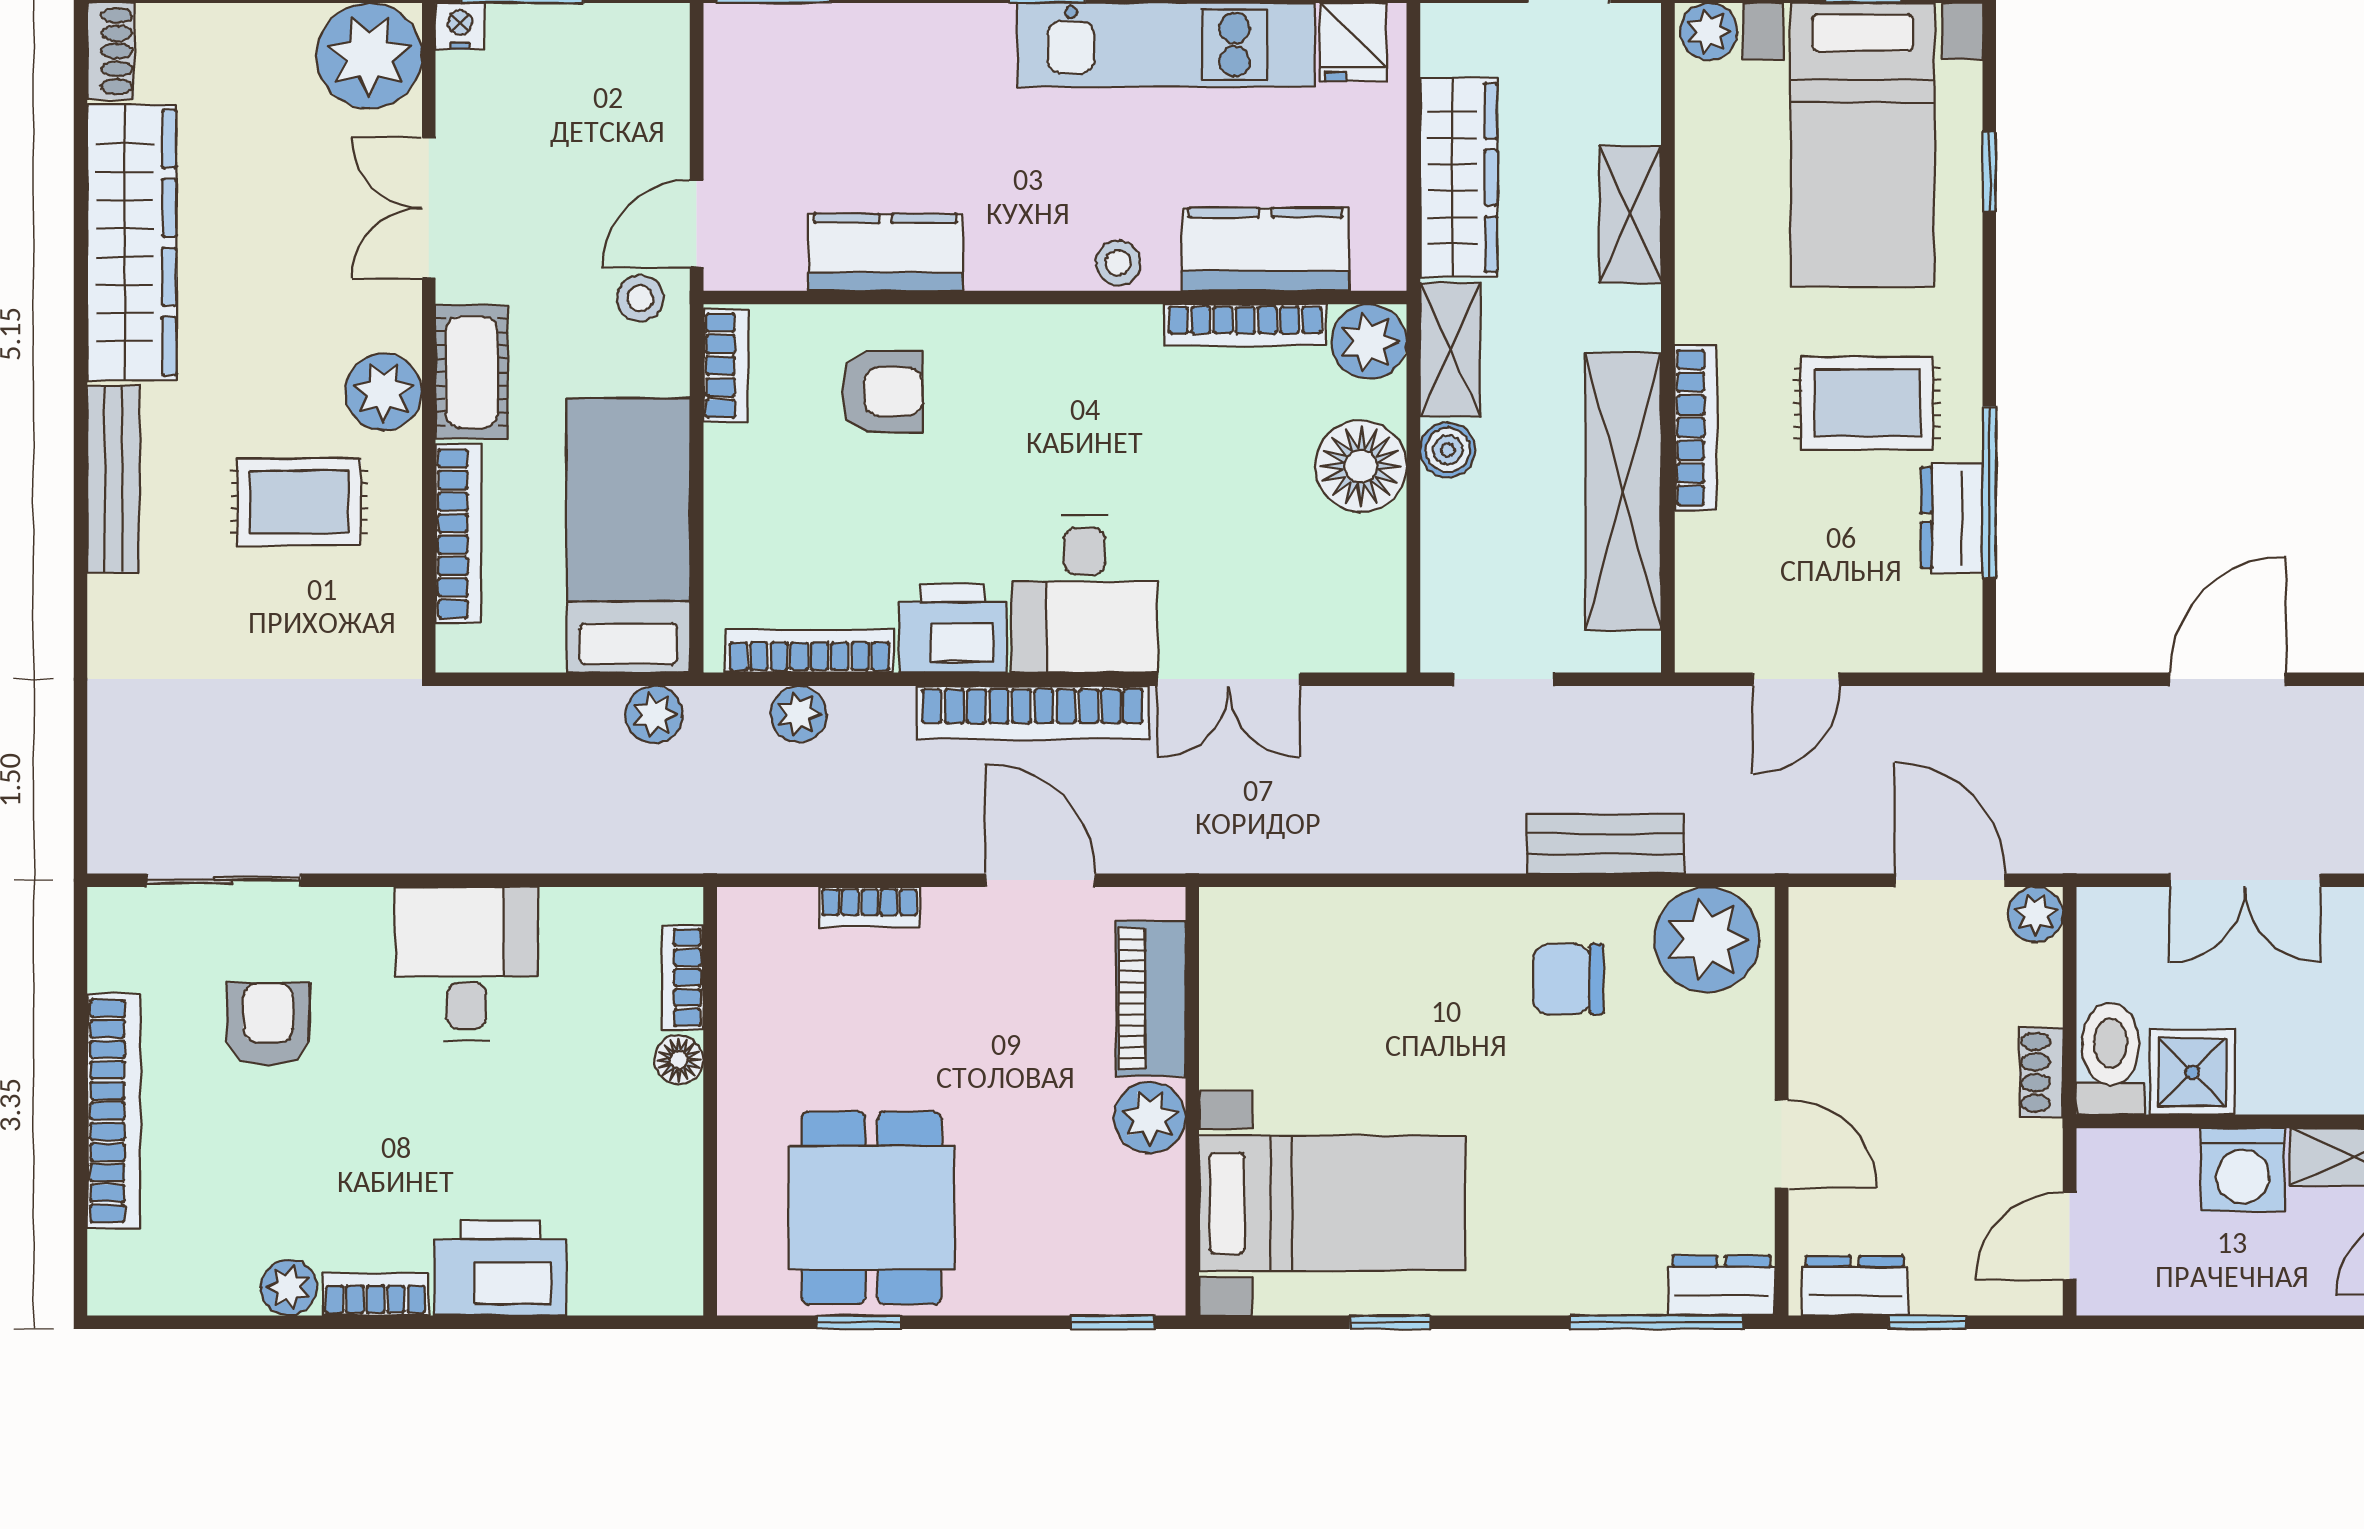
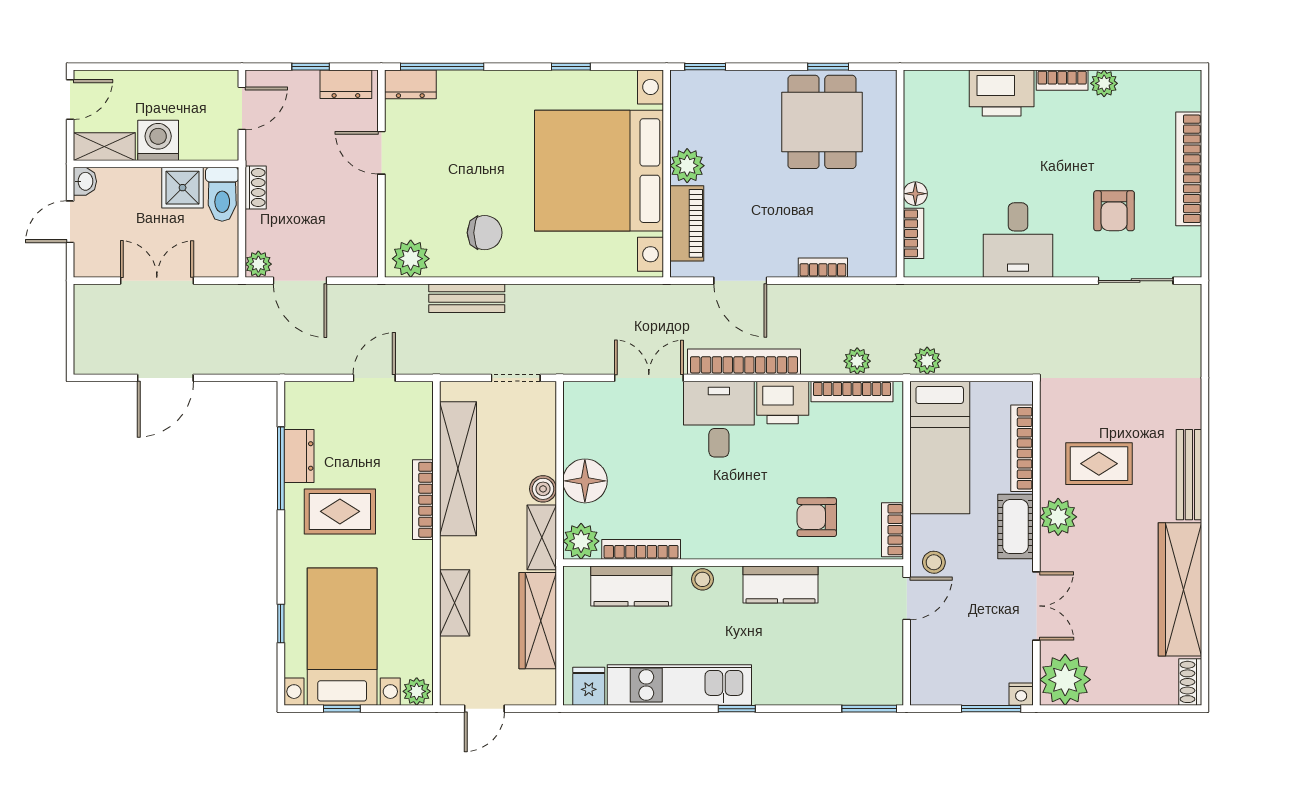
kitchen counter: (885, 252) -> (780, 585), moved
plant: (1707, 940) -> (411, 259), width x0.73, depth x0.73
bed with nightstands: (1332, 1203) -> (599, 171), width x1.85

